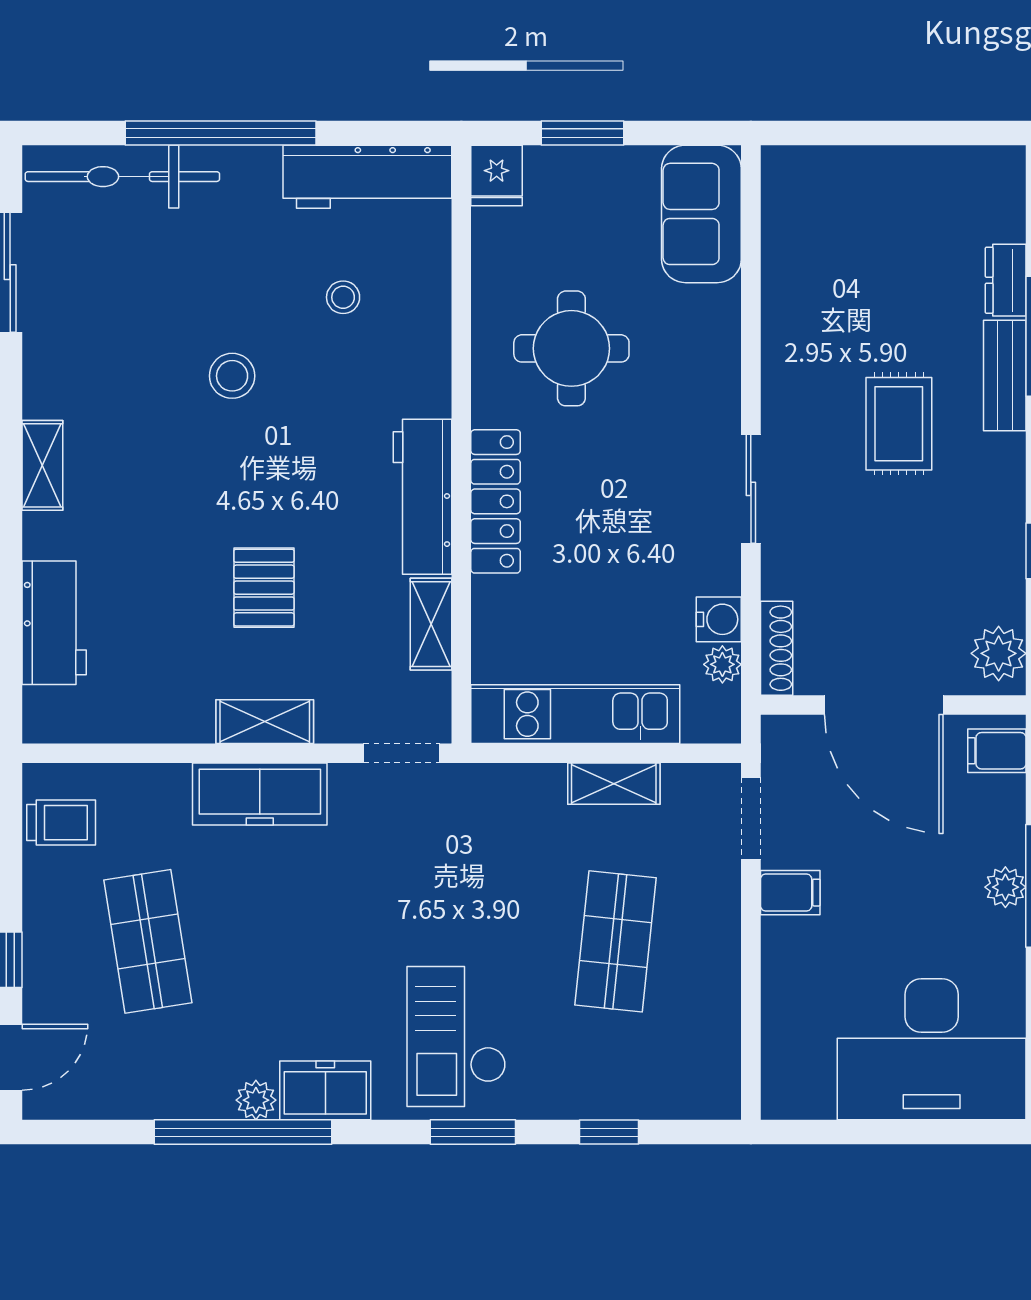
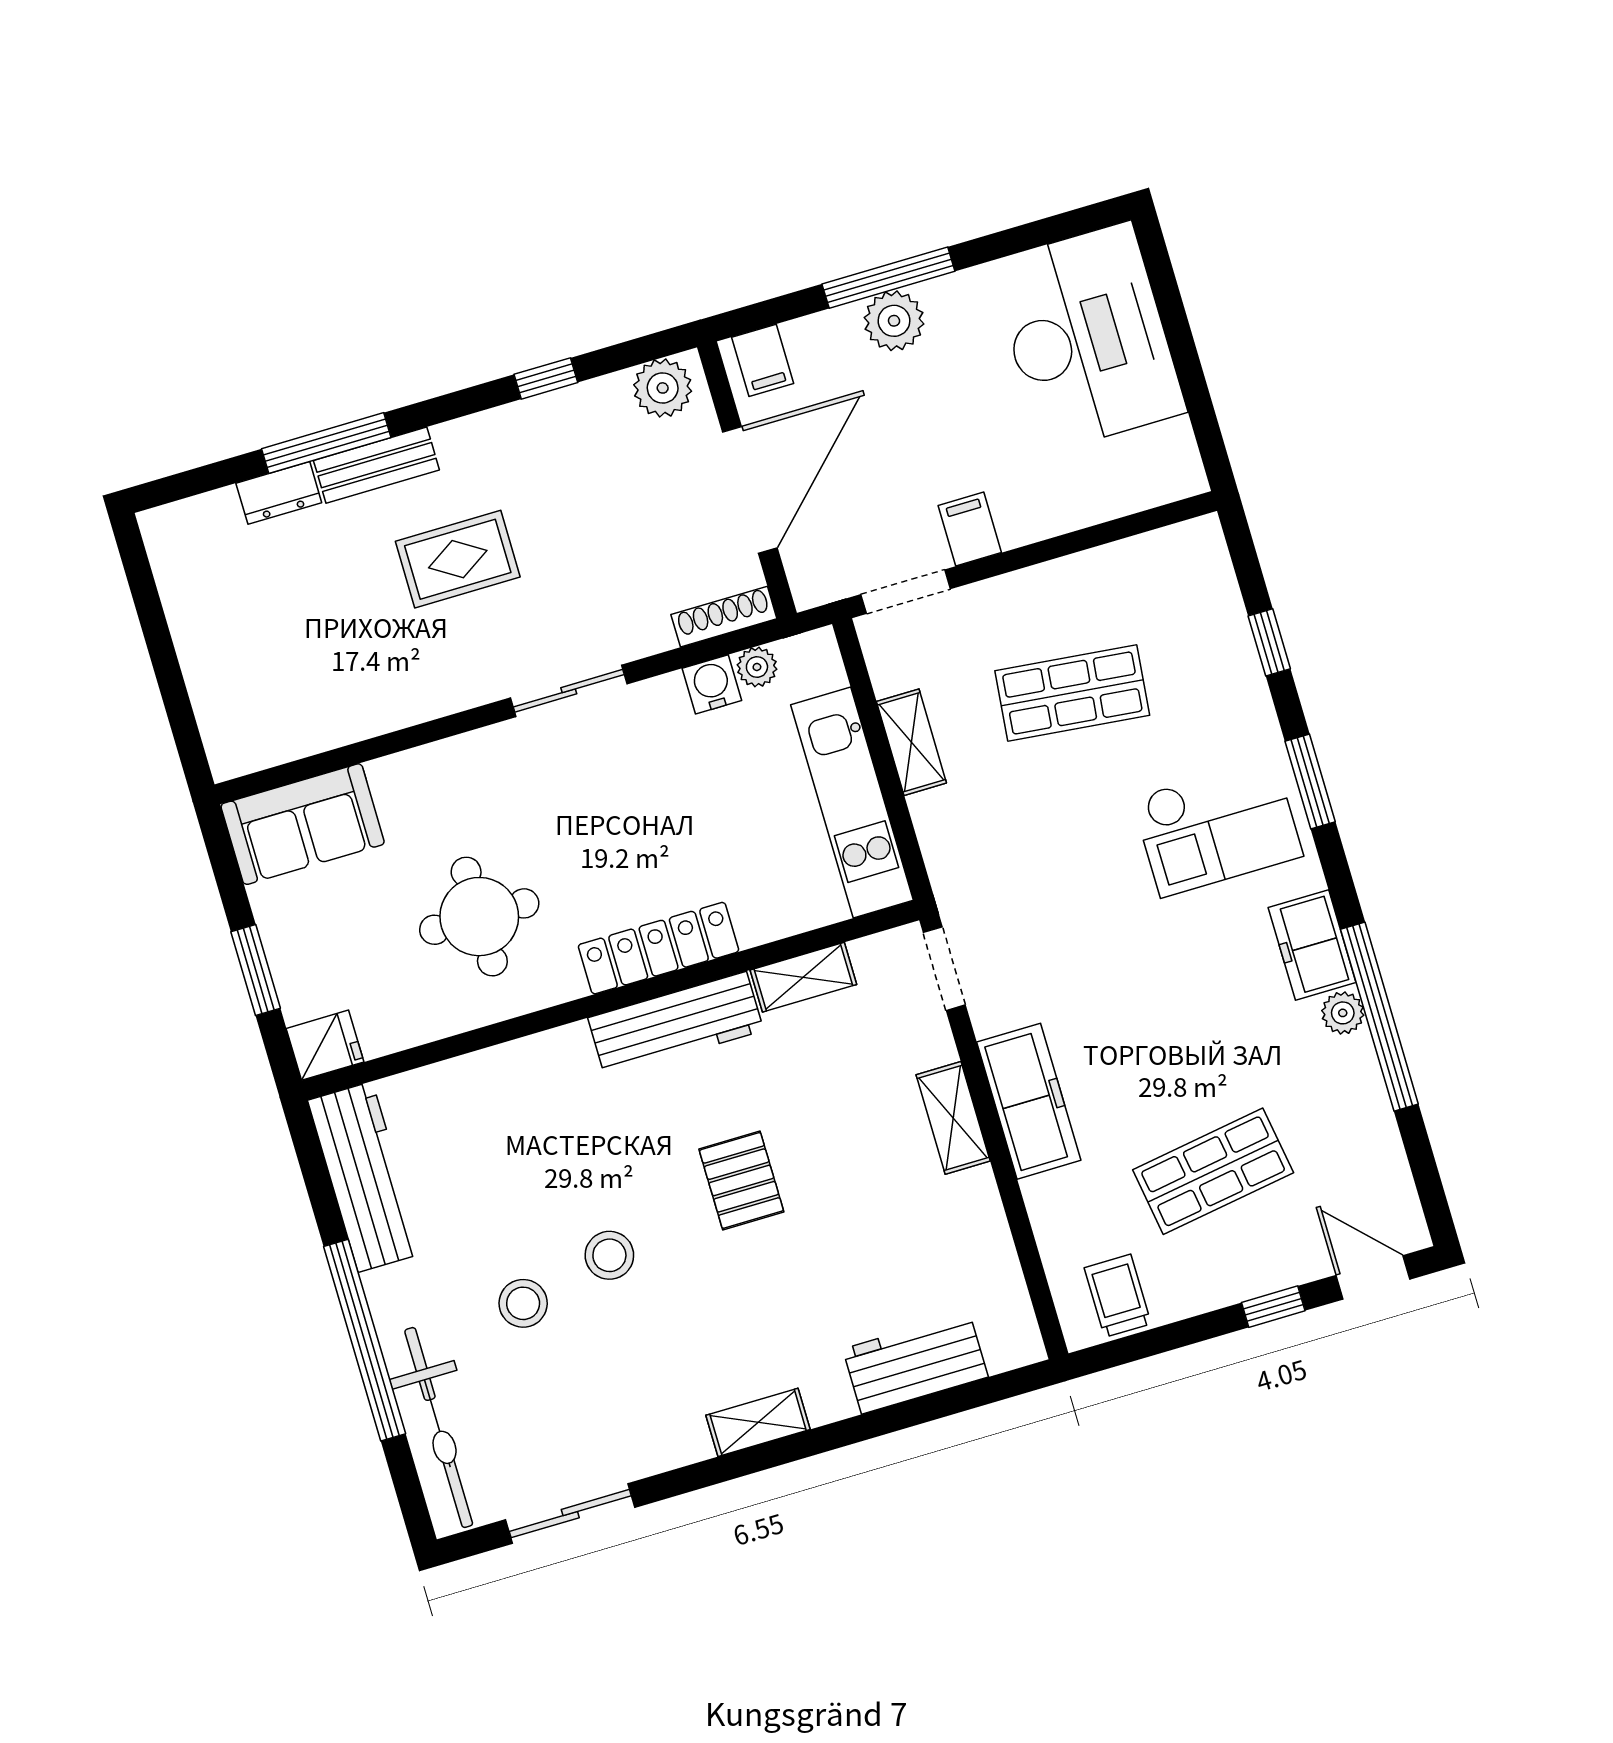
stool: (343, 297) -> (523, 1303), moved, width x1.37, depth x1.37
pallet: (264, 588) -> (741, 1180), moved, turned 90
plant: (1005, 887) -> (894, 321), width x1.38, depth x1.38

